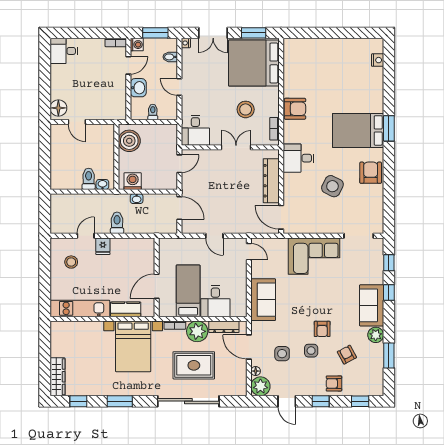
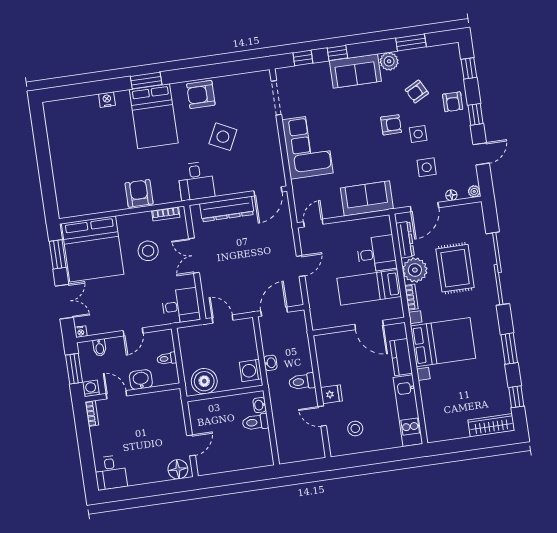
nightstand: (378, 60) -> (107, 100), moved
plant: (260, 386) -> (474, 191), width x0.53, depth x0.53

